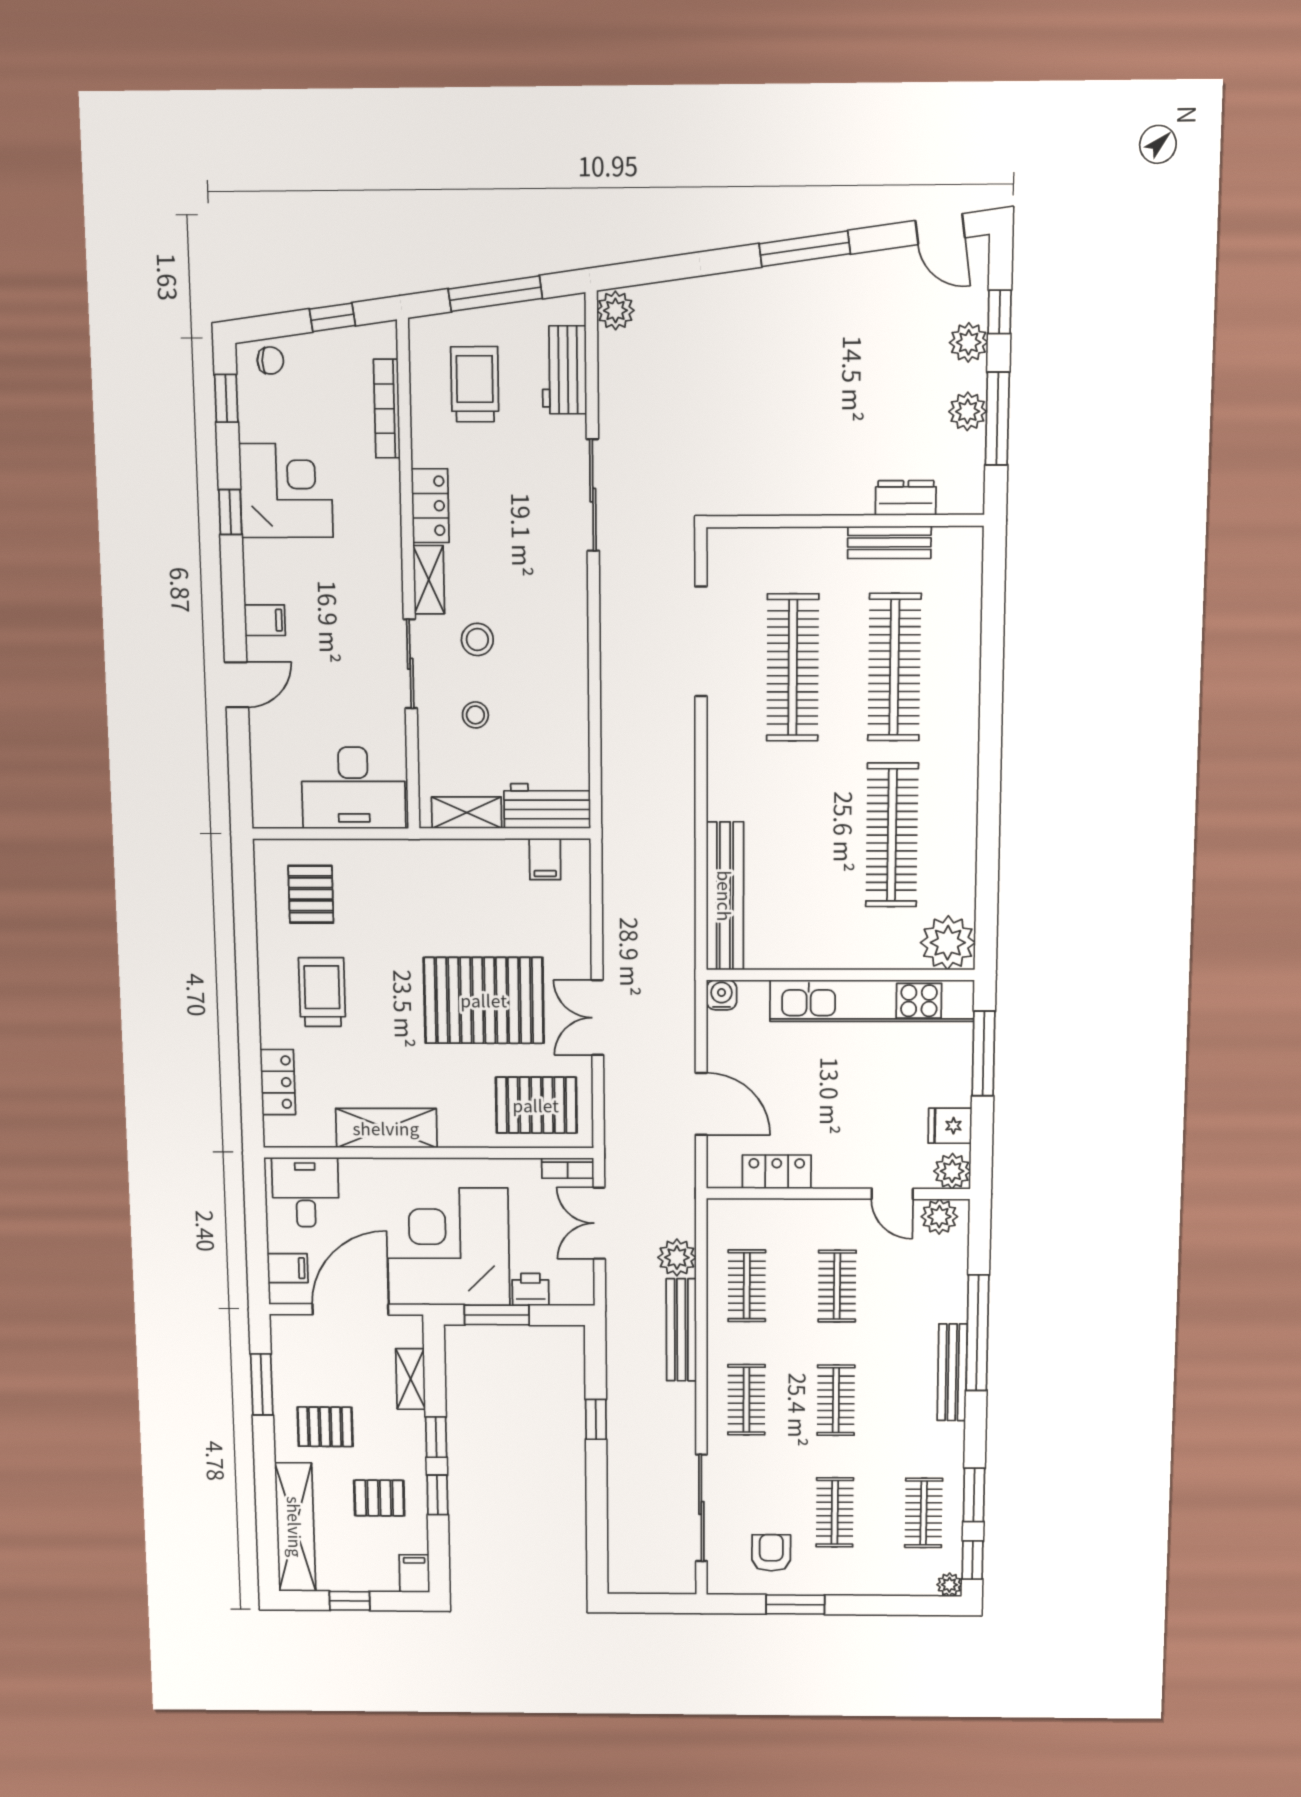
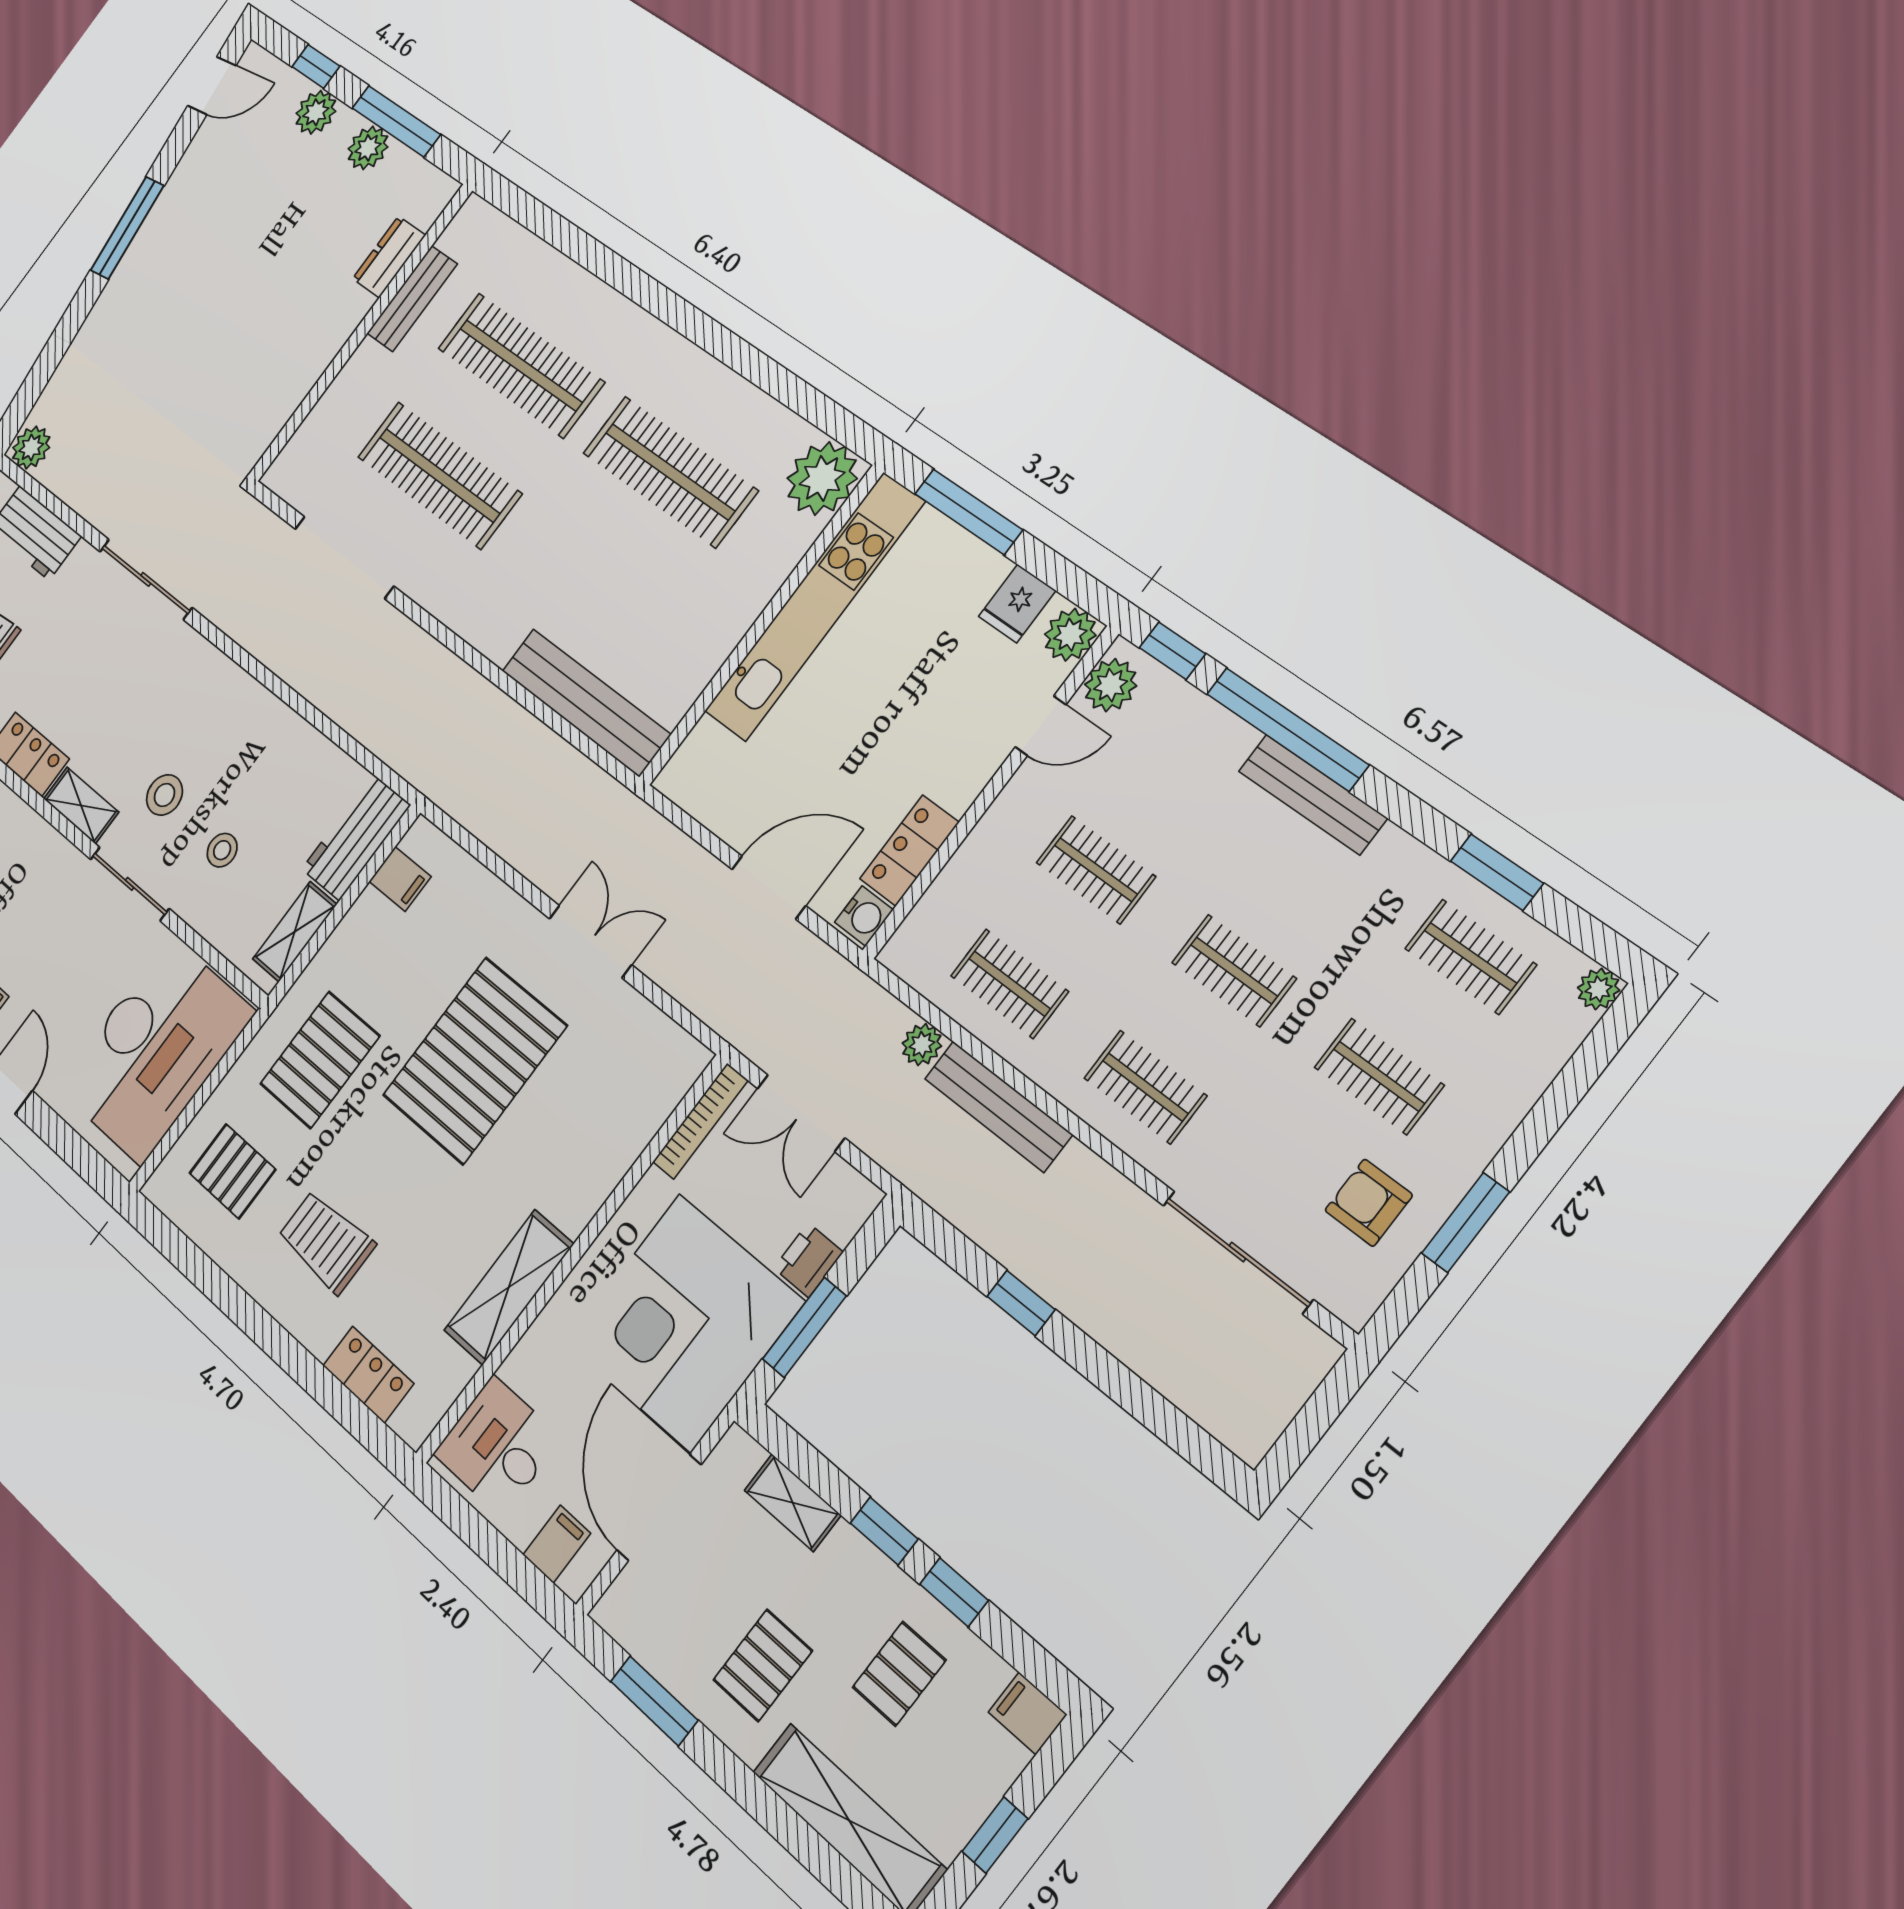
desk: (353, 788) -> (155, 1050), width x1.36, depth x1.30
water cooler: (722, 995) -> (864, 916), moved, turned 180
double door: (597, 1018) -> (590, 942), swing flipped
pallet: (536, 1105) -> (320, 1060), moved
bookcase: (568, 1168) -> (700, 1121), width x1.56
plant: (677, 1257) -> (922, 1045), width x0.73, depth x0.73
window: (973, 1560) -> (1172, 651), moved

